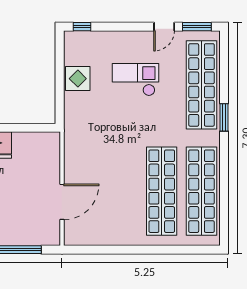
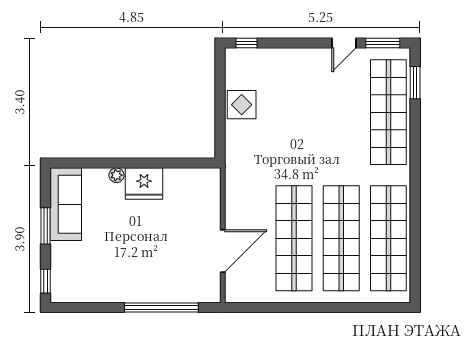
checkout: (136, 80) -> (310, 106), removed
window: (224, 117) -> (415, 83), moved
shop shelf: (122, 191) -> (294, 238), added

